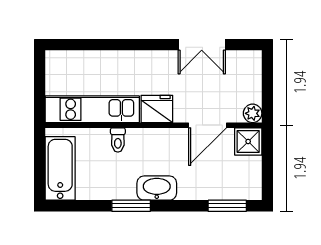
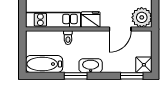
plant: (253, 113) -> (142, 17), width x1.87, depth x1.87
shower: (248, 141) -> (144, 65), moved
bathtub: (60, 168) -> (44, 64), moved, turned -90

